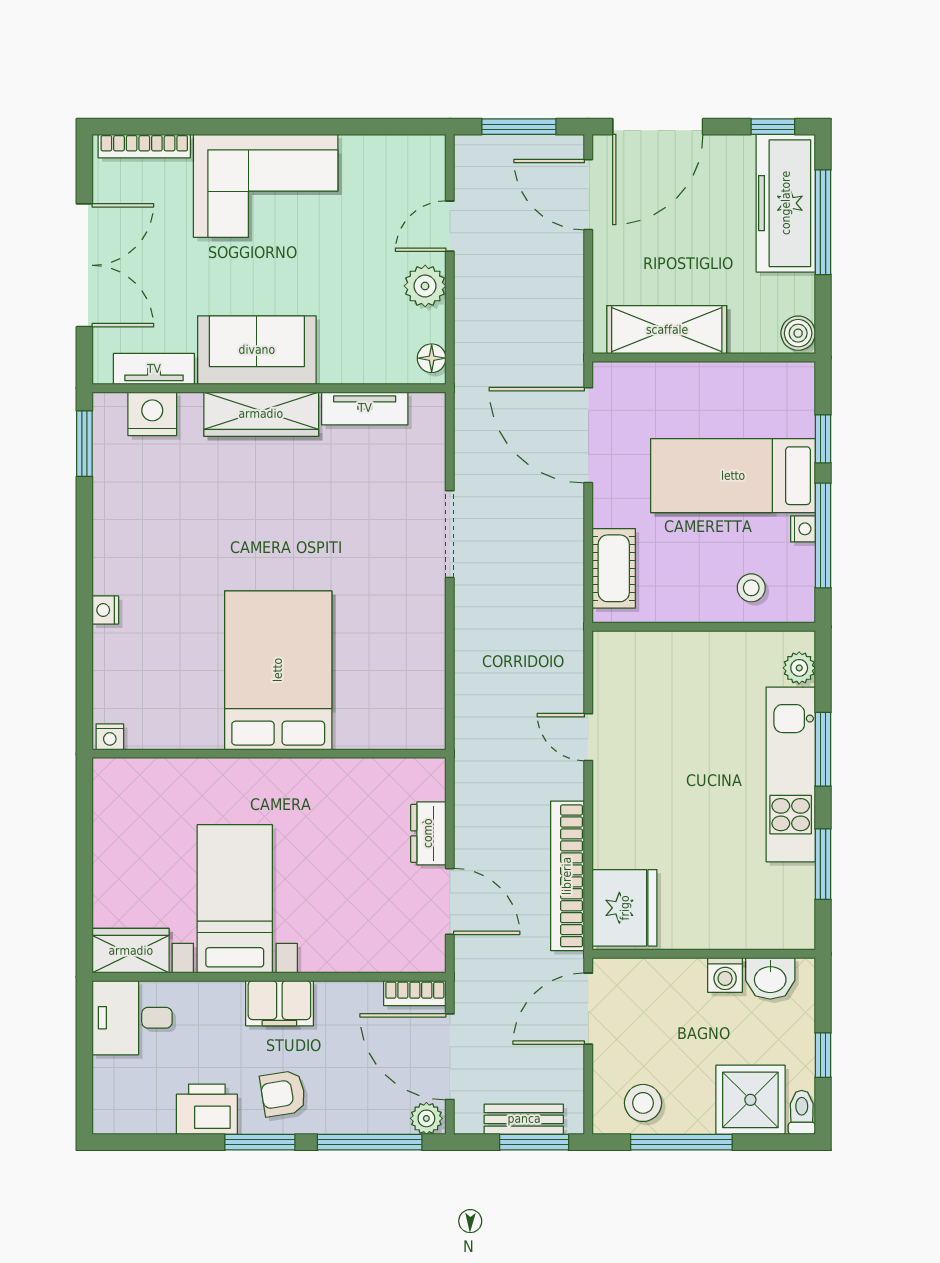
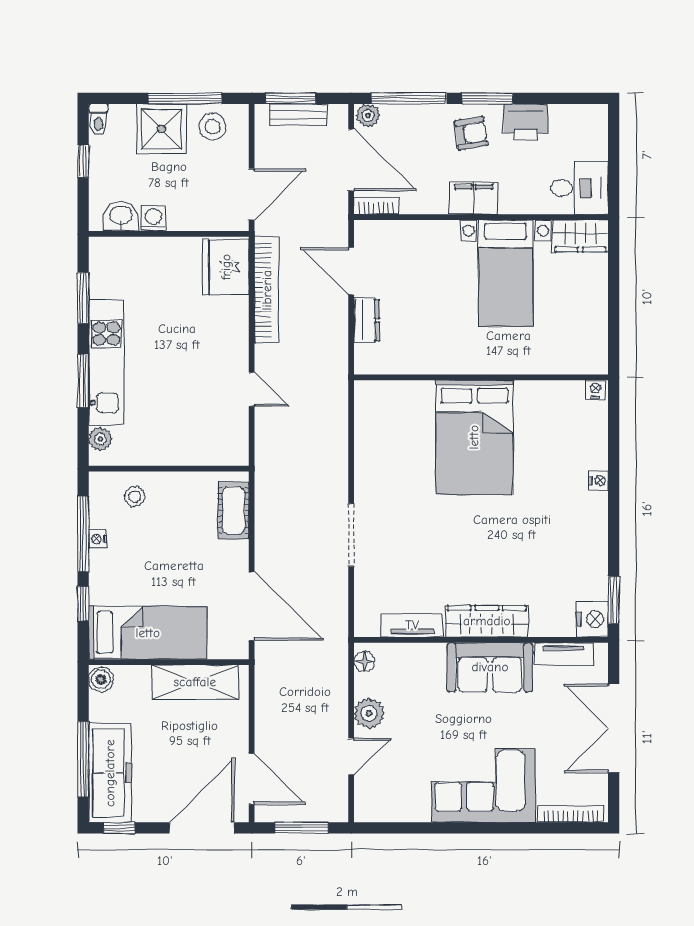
nightstand: (152, 414) -> (592, 619), moved, turned -90
bed: (733, 476) -> (148, 633), moved
shower: (750, 1100) -> (161, 129), moved

